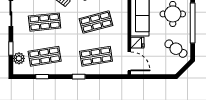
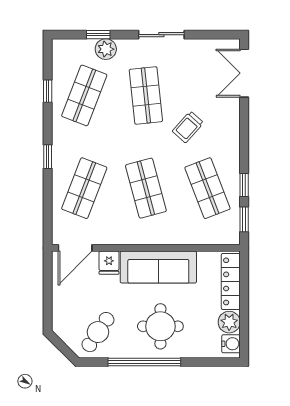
shop shelf: (45, 56) -> (84, 95), turned 30
shop shelf: (96, 56) -> (84, 188), turned 30
plant: (19, 58) -> (106, 49), moved

